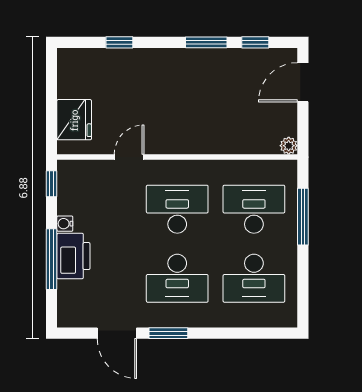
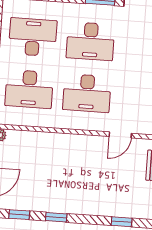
window: (206, 42) -> (56, 217), width x0.67
desk: (177, 278) -> (90, 41), turned 180

